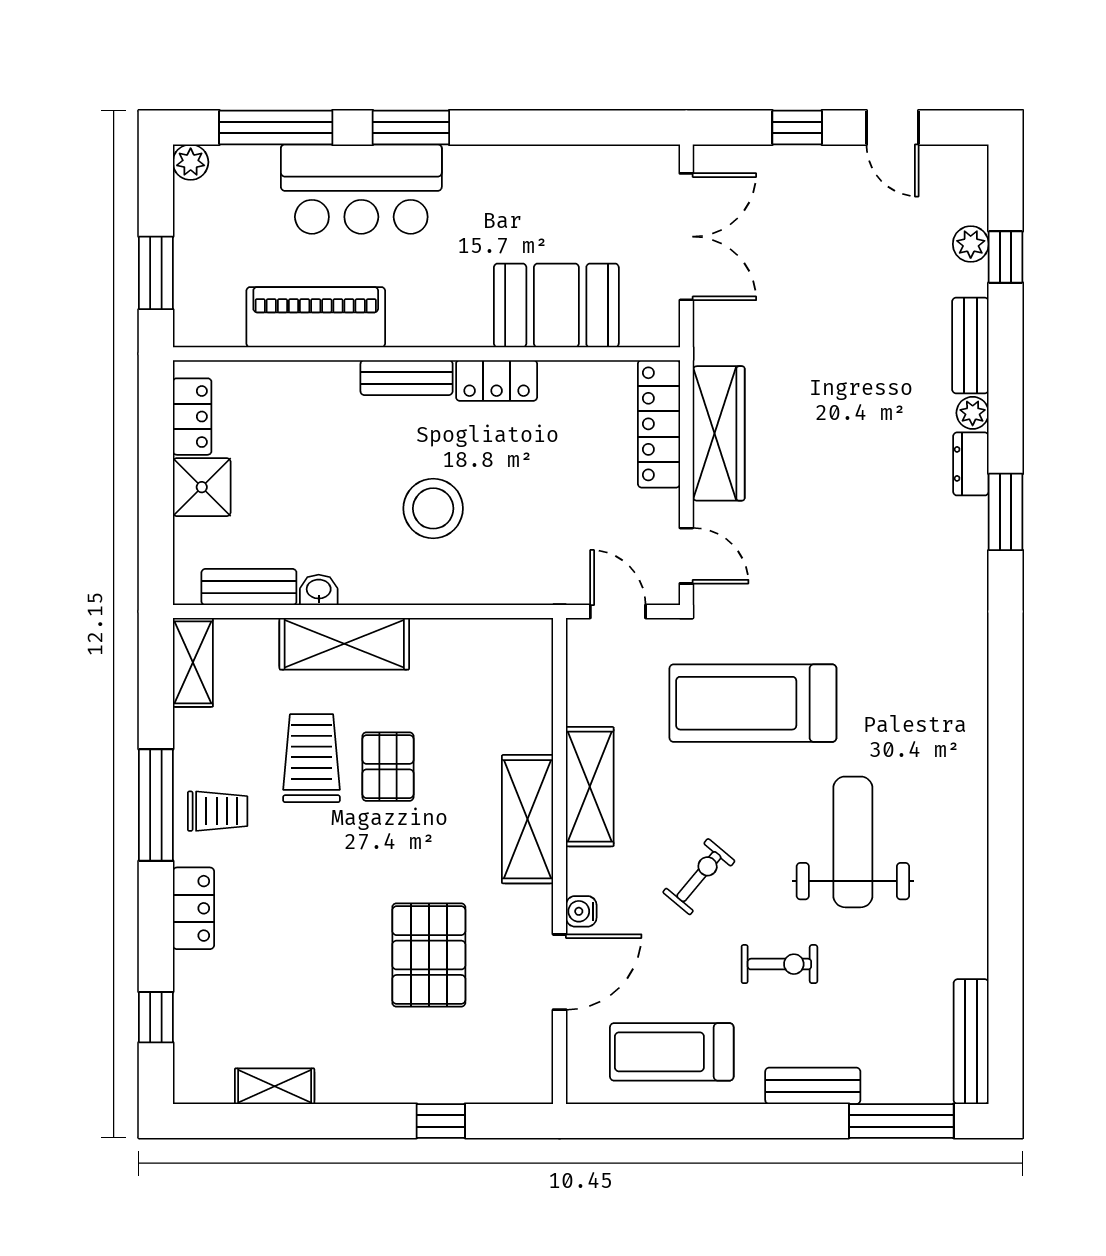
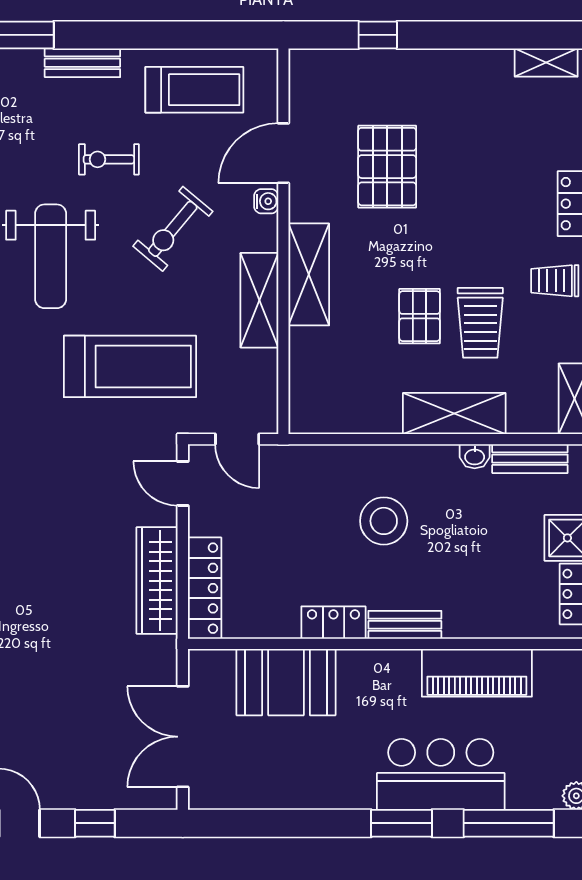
exercise bike: (699, 877) -> (173, 229), width x1.38, depth x1.39
shelving: (275, 1086) -> (546, 63), moved

